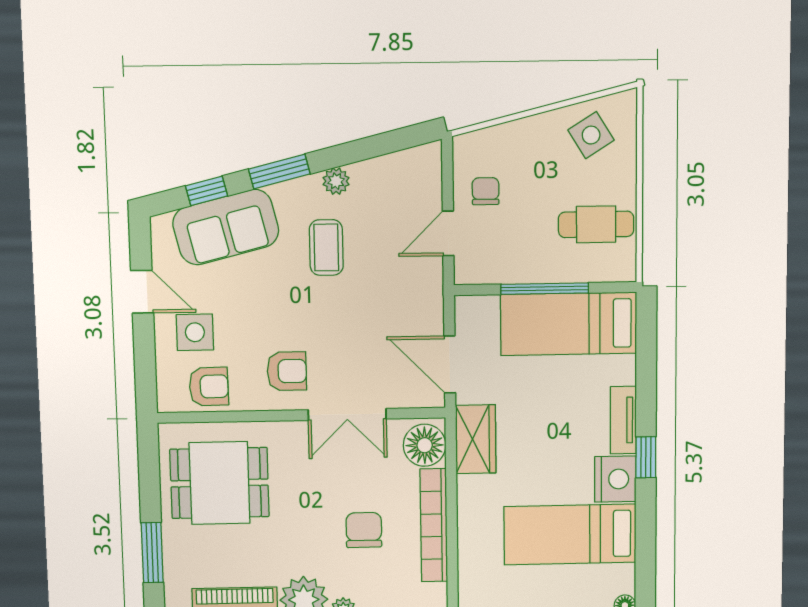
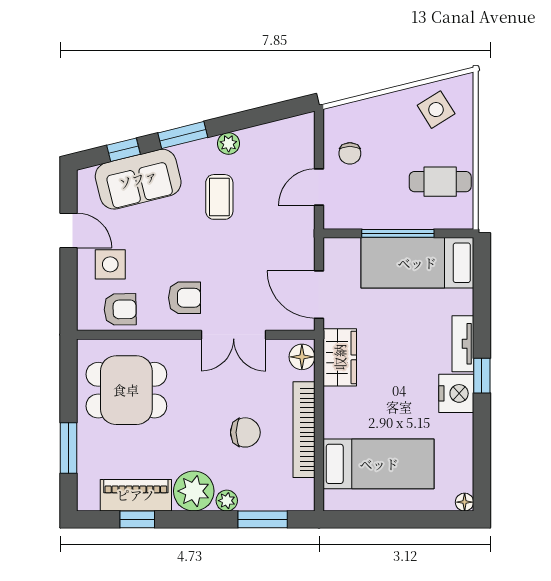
chair: (486, 191) -> (350, 153), turned 180
floor lamp: (425, 445) -> (302, 357), width x0.73, depth x0.73
chair: (364, 530) -> (245, 432), turned 90
bed: (570, 534) -> (379, 464), moved, turned 180

